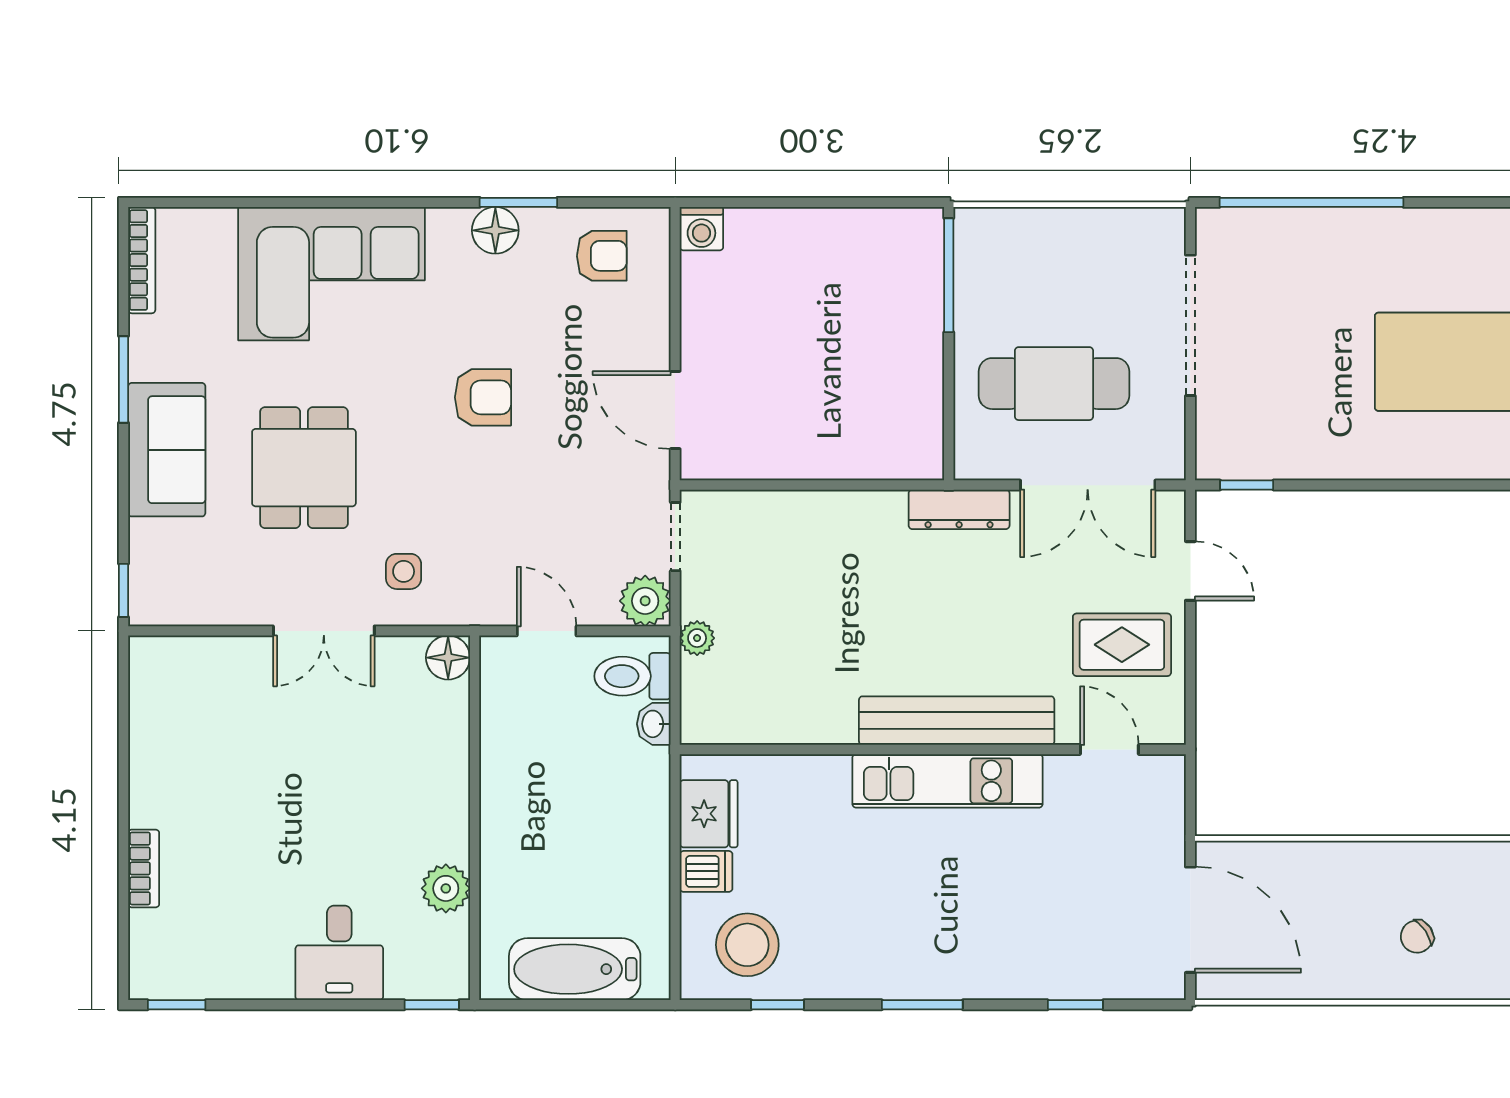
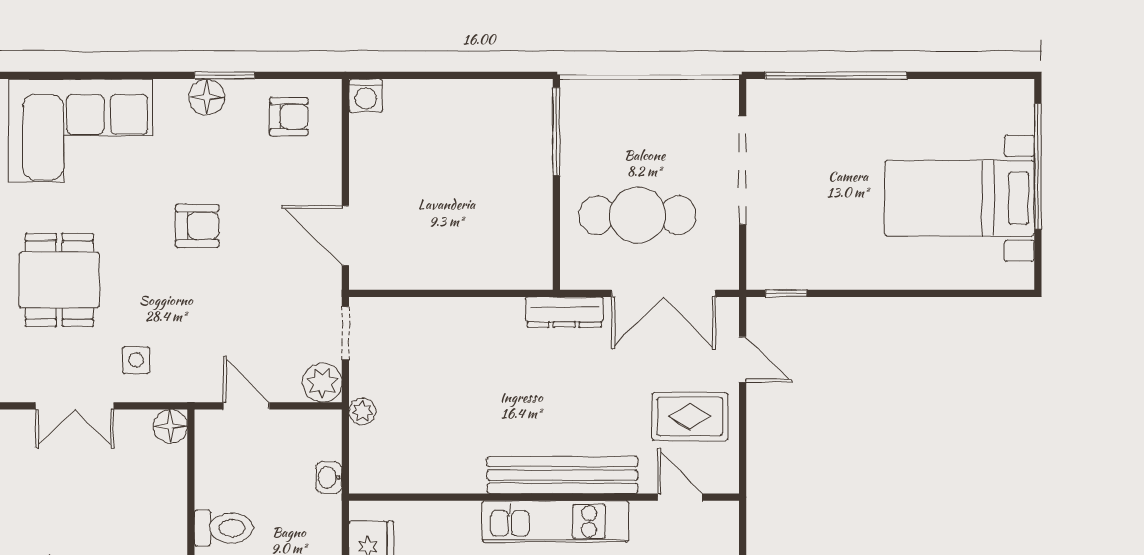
toilet: (632, 676) -> (224, 528), moved, turned 180

